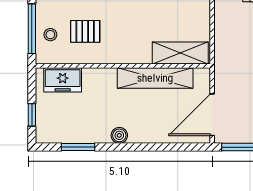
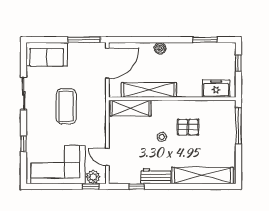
pallet: (85, 31) -> (188, 127), moved
stool: (50, 35) -> (162, 137), moved
boiler: (119, 135) -> (160, 48), moved

